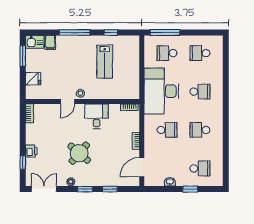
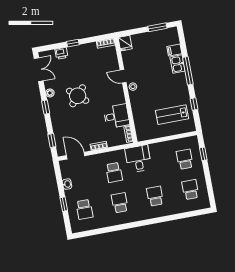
window: (165, 32) -> (203, 154), width x0.46
kitchen sink: (35, 42) -> (178, 64), moved
lab bench: (105, 62) -> (172, 115), moved
fridge: (33, 79) -> (125, 43), moved
desk: (161, 91) -> (138, 159), width x0.53, depth x0.77
school desk: (200, 92) -> (155, 196), turned 180
desk: (97, 116) -> (117, 116), moved
printer: (31, 151) -> (61, 53), moved
window: (23, 162) -> (73, 43), moved
window: (110, 189) -> (52, 141), moved

